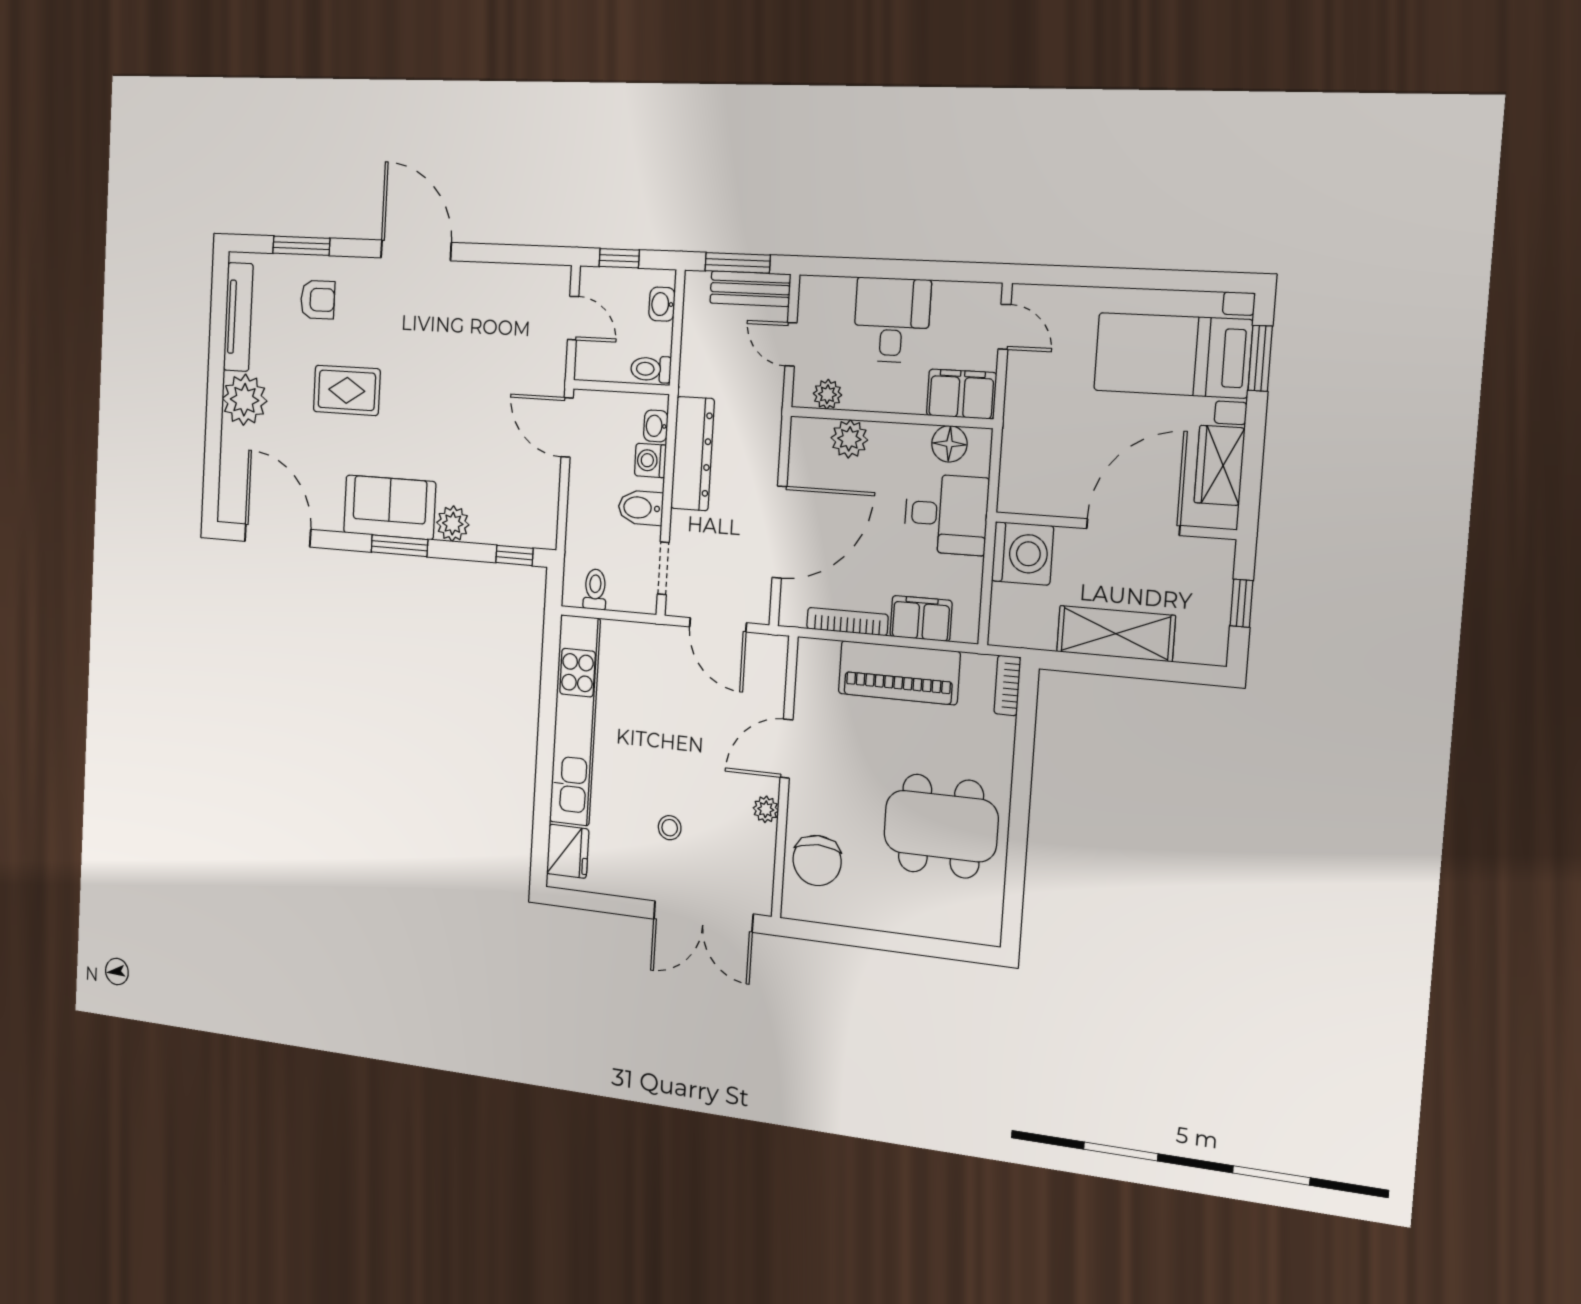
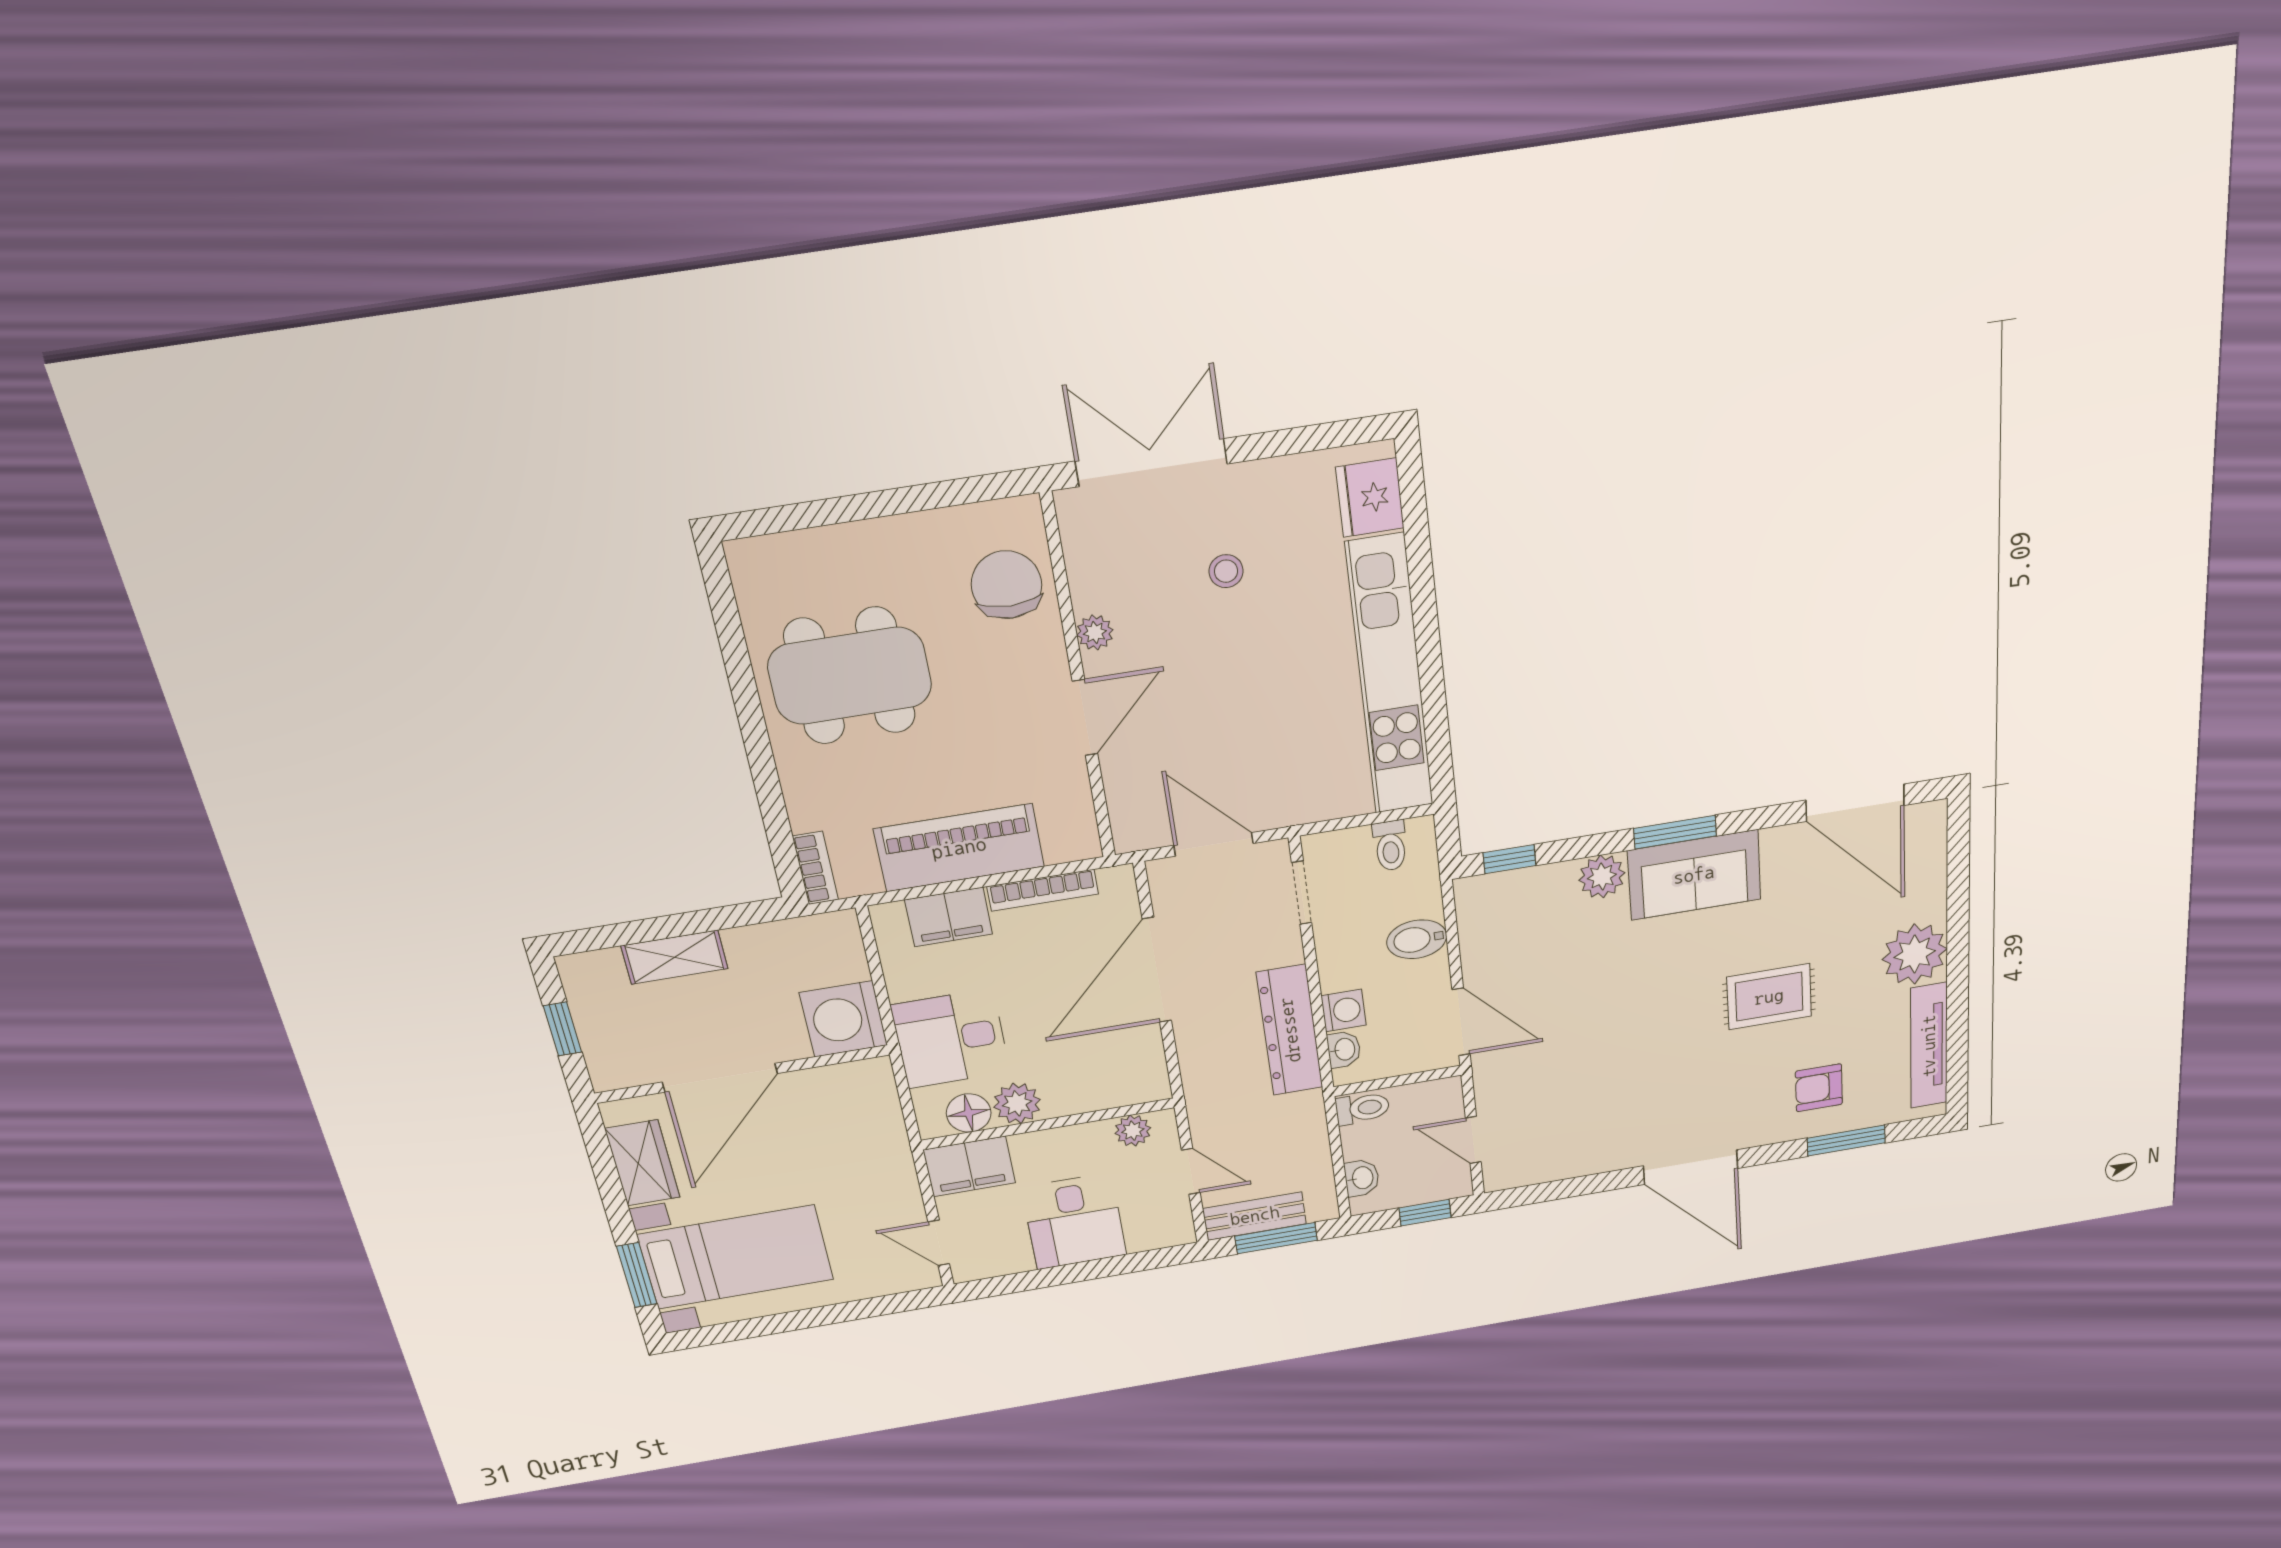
plant: (849, 439) -> (1017, 1103), moved
bidet: (641, 508) -> (1417, 939), moved, turned 180
shelving: (1116, 634) -> (674, 957), width x0.67, depth x0.75

